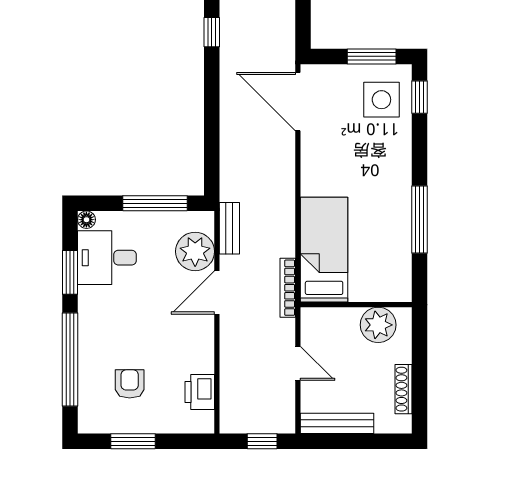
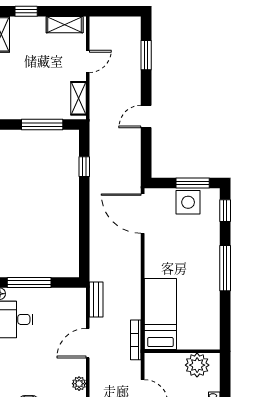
side table: (381, 100) -> (188, 202), moved
window: (155, 203) -> (29, 283), moved
window: (419, 219) -> (225, 268), moved
plant: (195, 251) -> (79, 384), moved, width x0.53, depth x0.53

